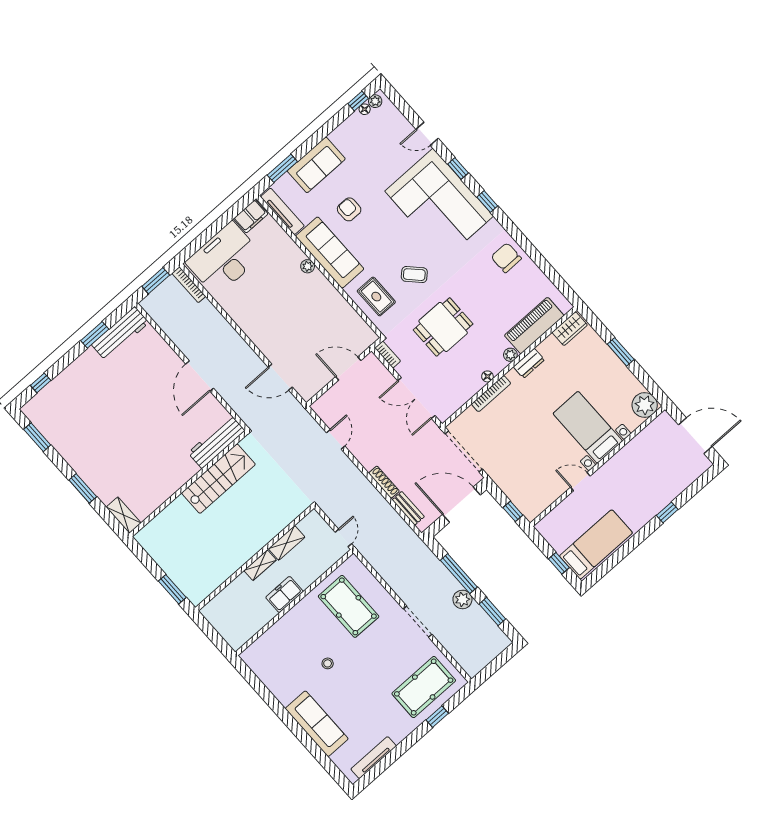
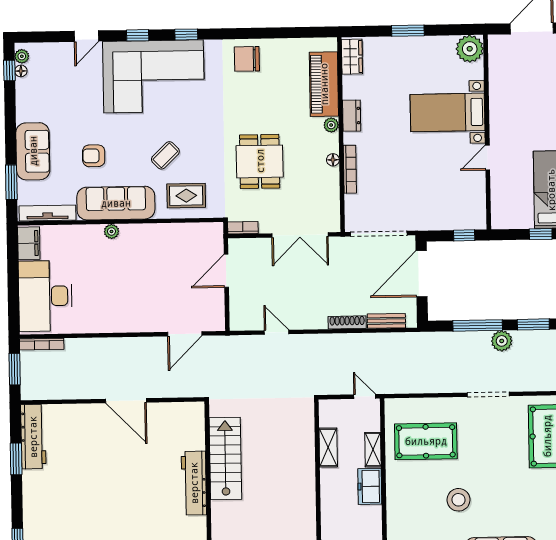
coffee table: (414, 275) -> (165, 155), moved
workbench: (216, 442) -> (194, 483), moved
shelving: (260, 565) -> (373, 450), moved
stool: (328, 663) -> (459, 500), width x1.89, depth x1.89

